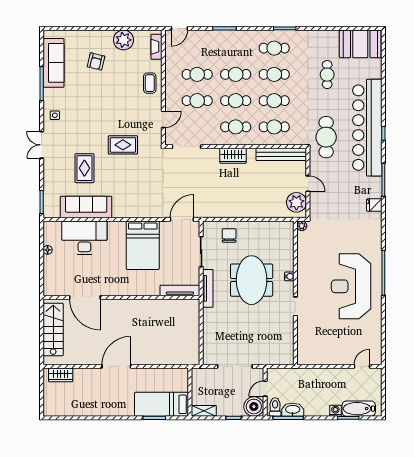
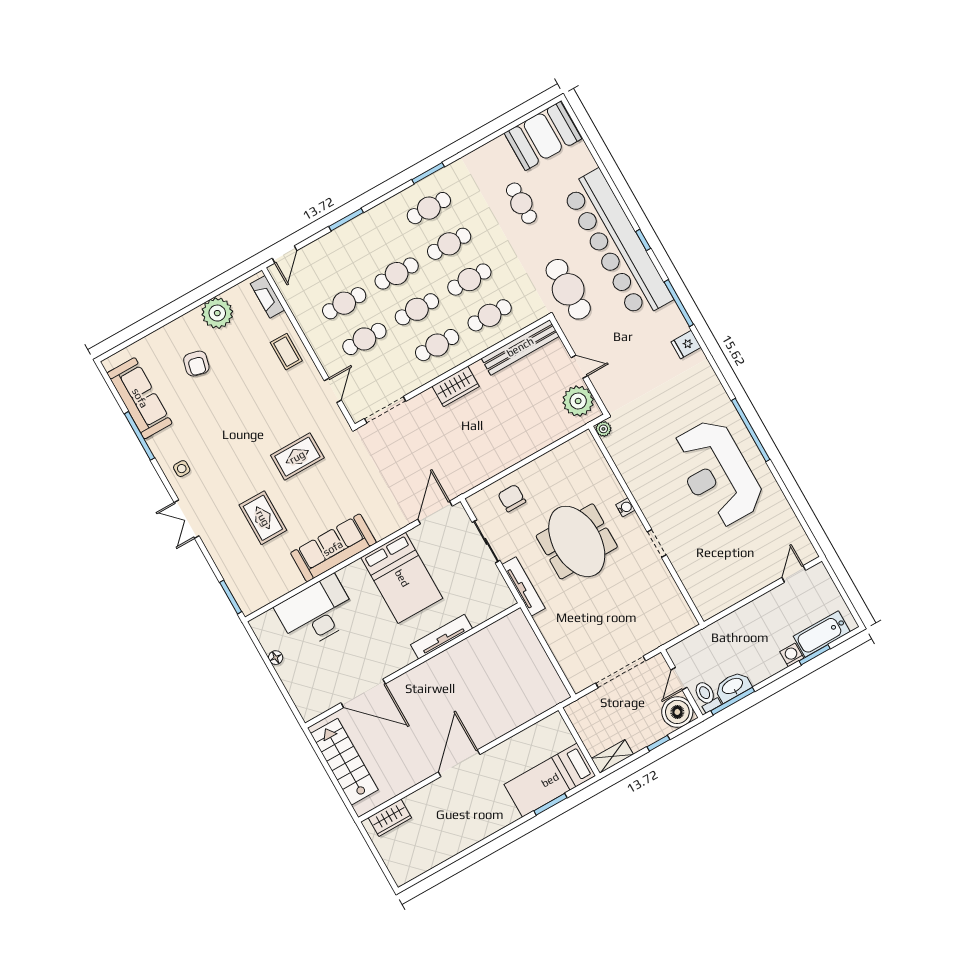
sofa: (86, 207) -> (333, 548), moved
tv unit: (180, 290) -> (441, 637), moved

